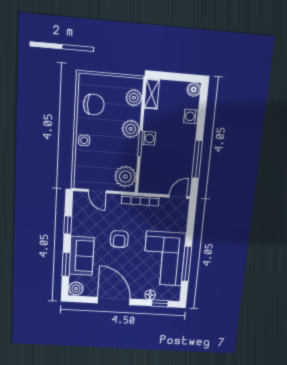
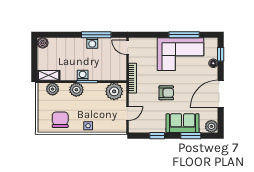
washing machine: (191, 116) -> (92, 43), moved

